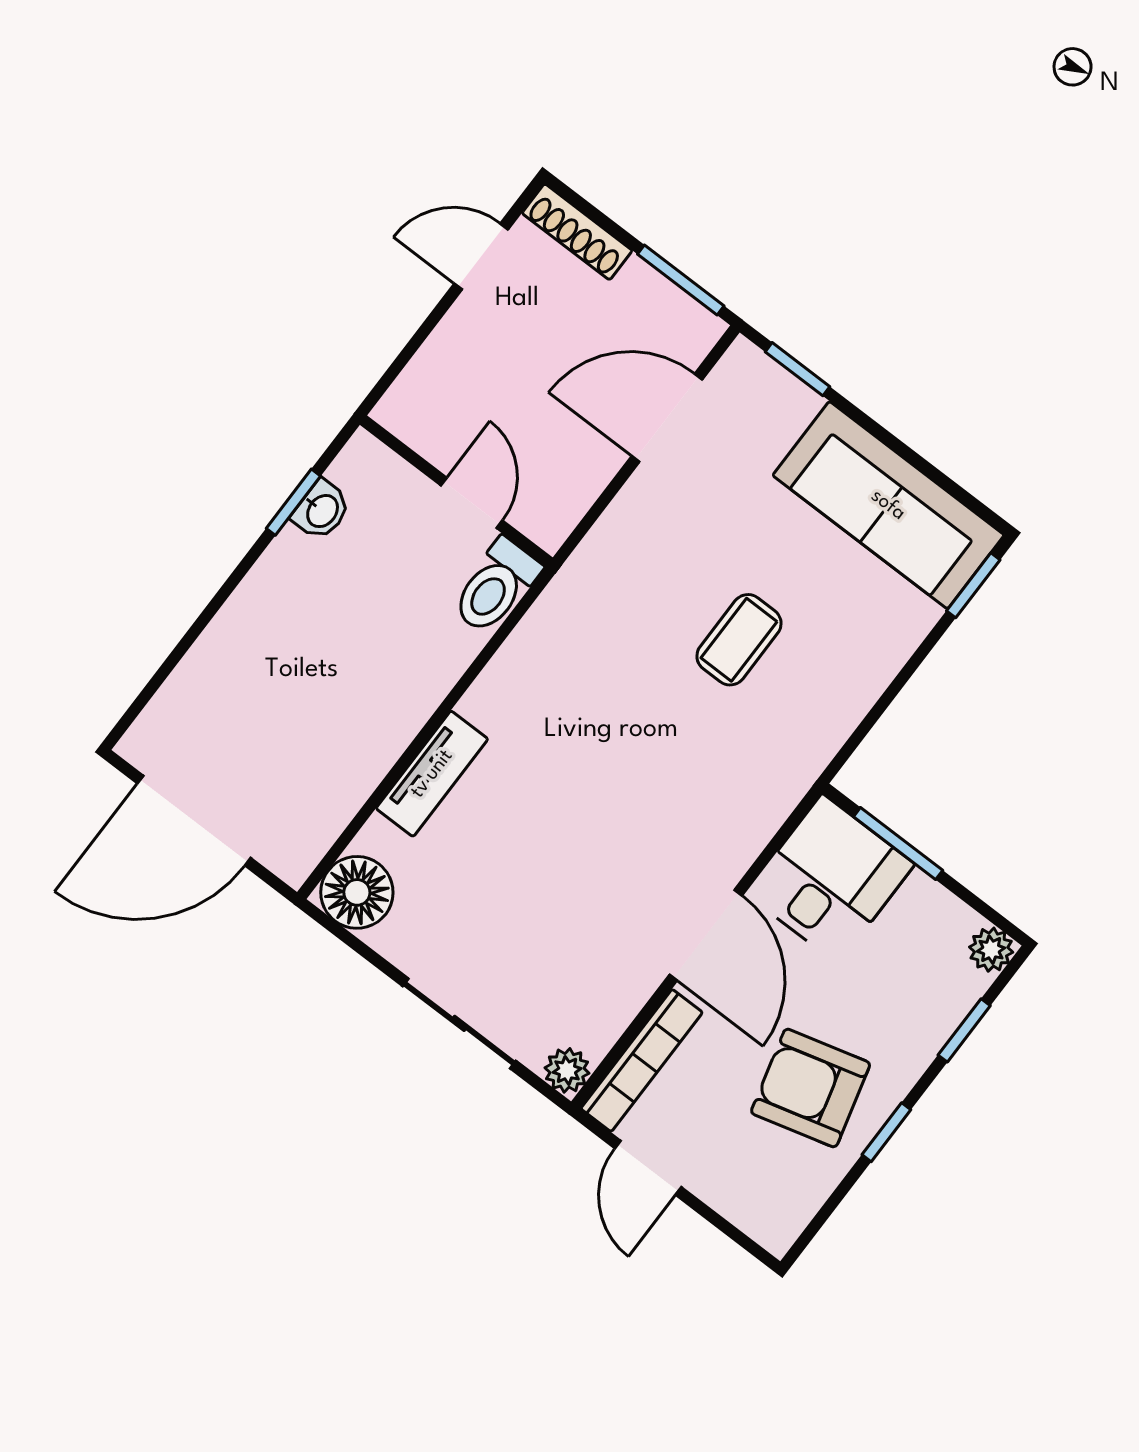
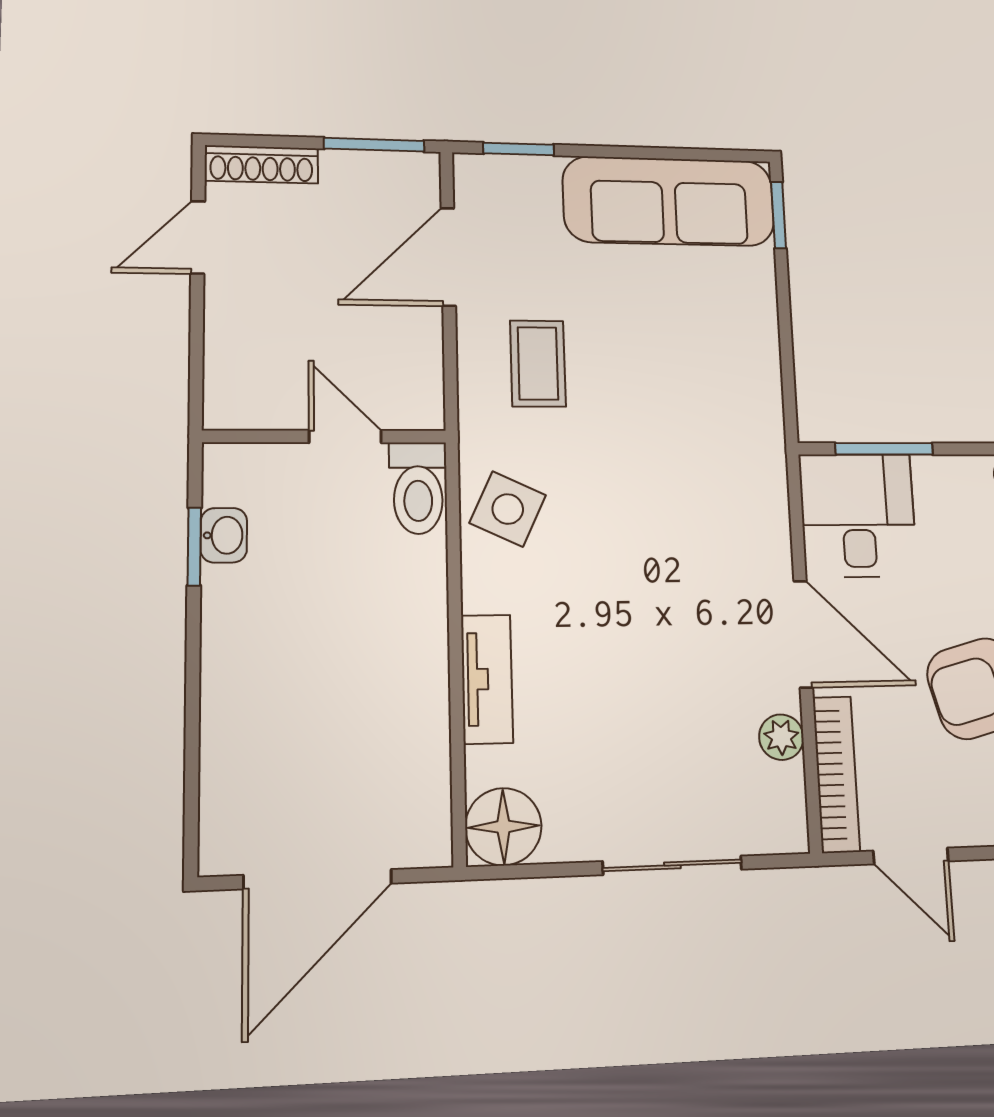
coffee table: (739, 640) -> (538, 364), moved
side table: (552, 656) -> (508, 509), added
plant: (567, 1070) -> (781, 737), moved

